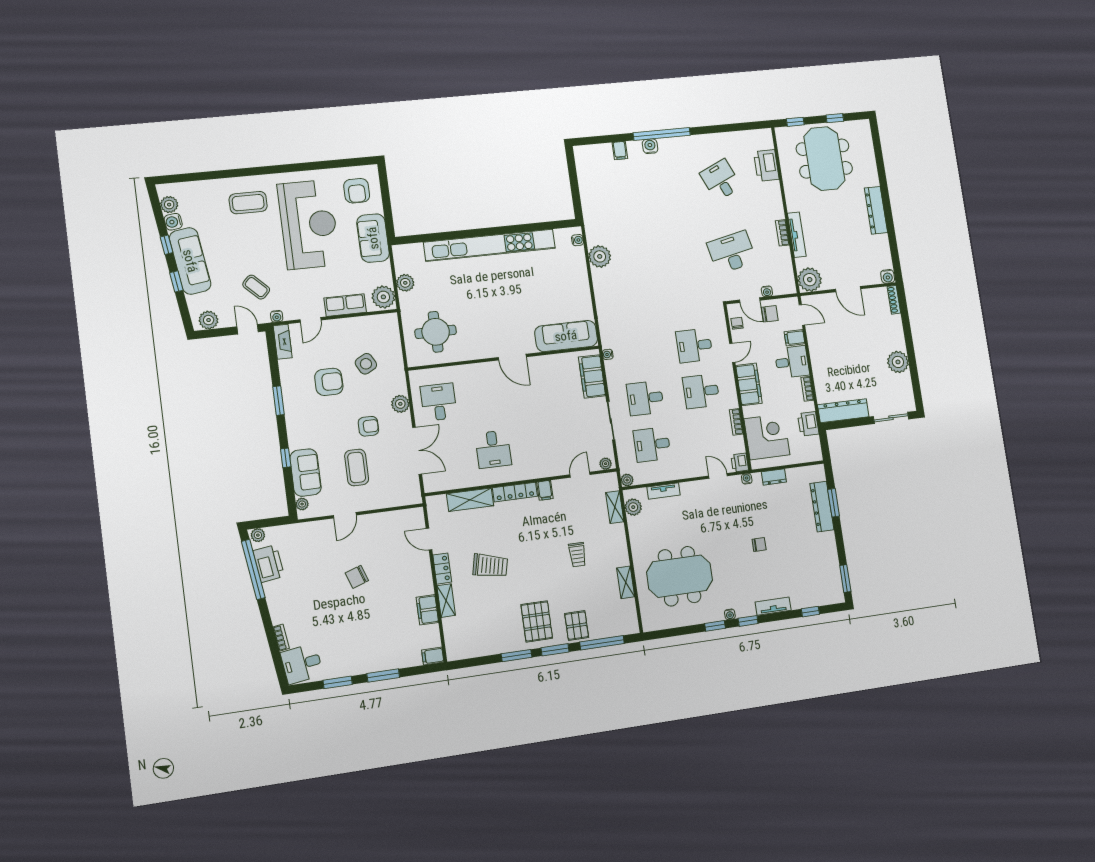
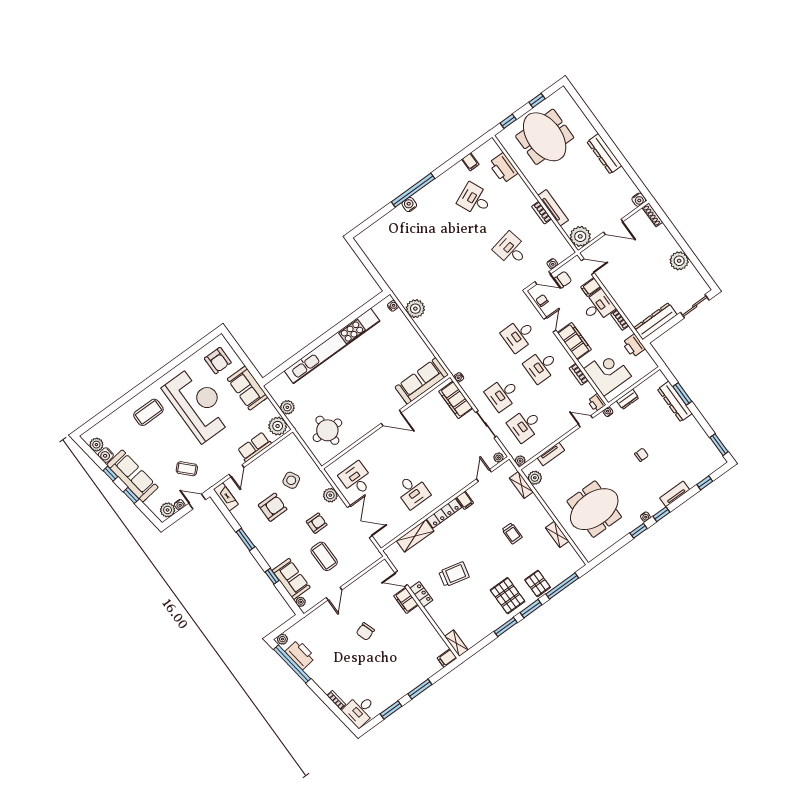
filing cabinet: (620, 150) -> (470, 162), moved
desk: (732, 252) -> (511, 249), width x0.73
water cooler: (277, 316) -> (180, 505), moved
shelving: (446, 601) -> (456, 643), moved
filing cabinet: (427, 610) -> (406, 600), moved

